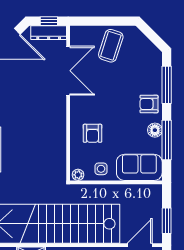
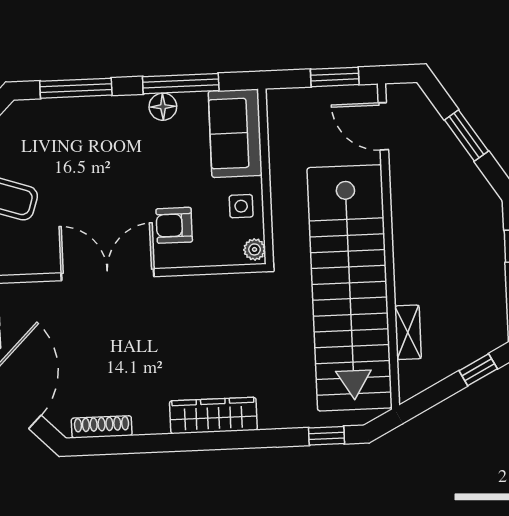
double door: (68, 71) -> (108, 275), moved
armchair: (149, 104) -> (114, 120), removed
armchair: (92, 133) -> (174, 225), turned 180

